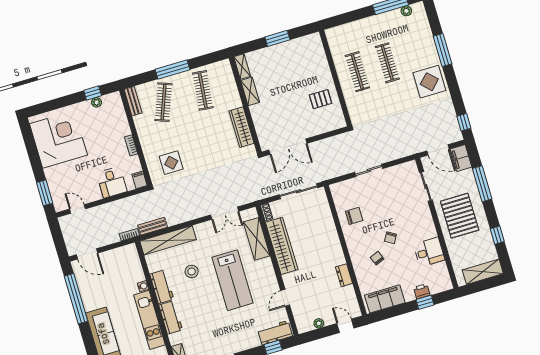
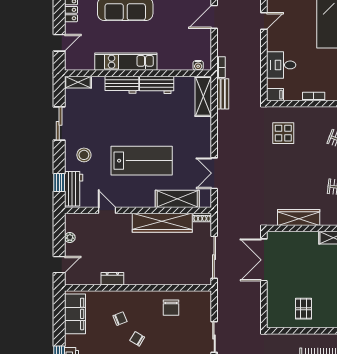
shelving: (168, 240) -> (203, 96), width x0.68
stool: (192, 271) -> (84, 155), moved
lab bench: (232, 280) -> (142, 161), turned 180
water cooler: (143, 286) -> (198, 65), moved

